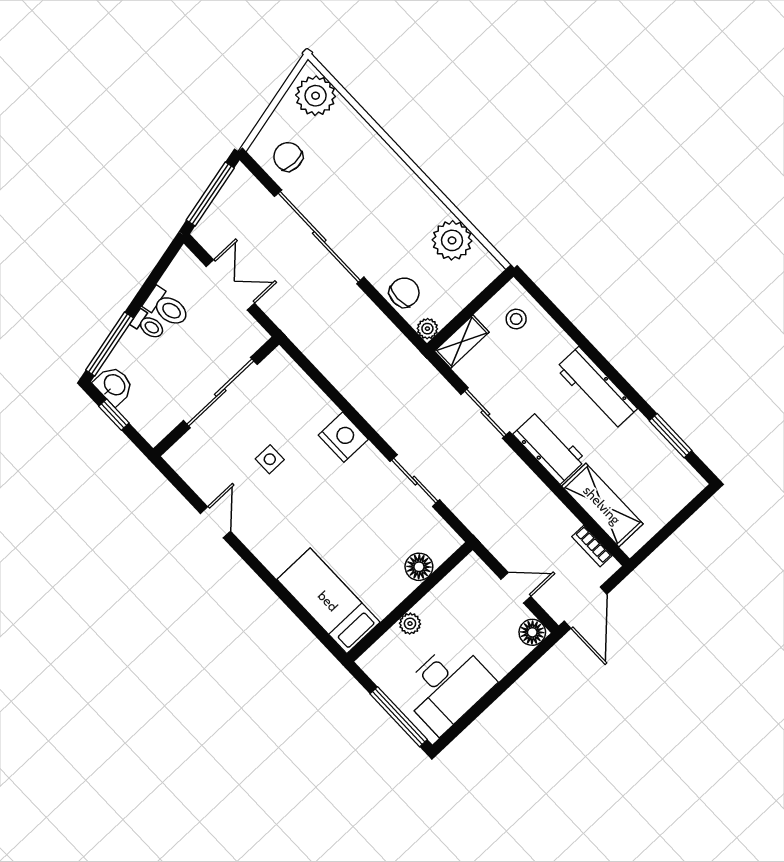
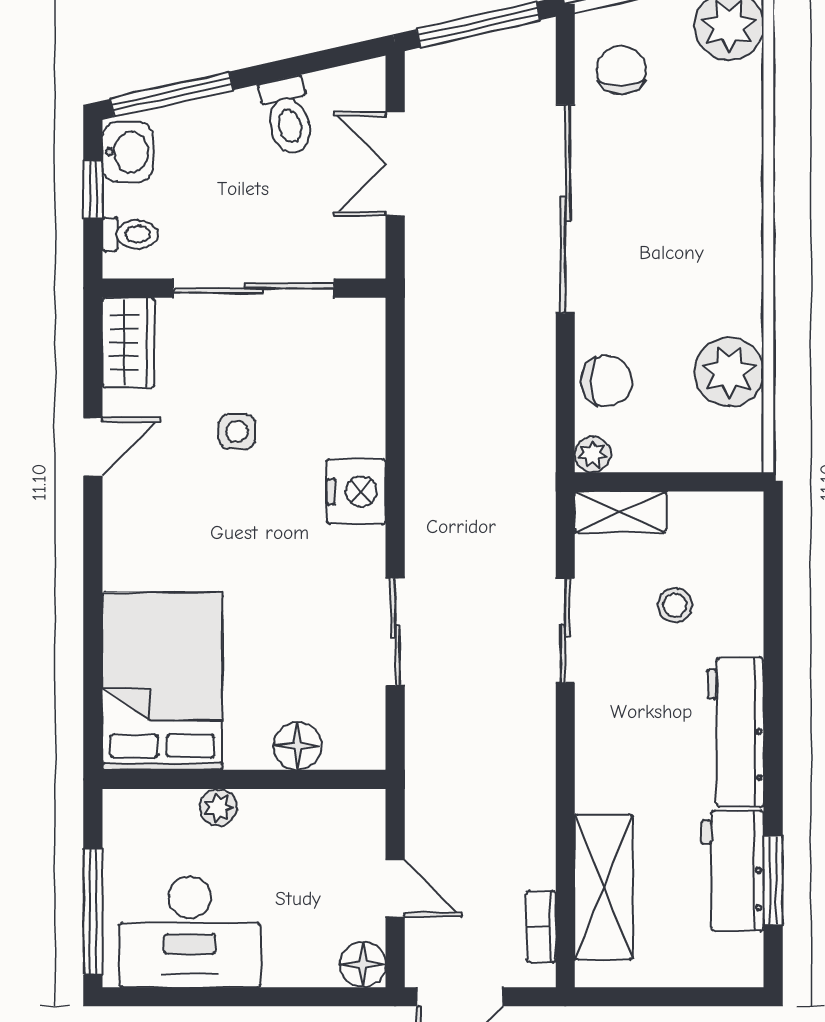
double door: (230, 285) -> (395, 164), swing flipped
stool: (516, 319) -> (675, 605), moved
toilet: (148, 325) -> (130, 234), moved, turned -77
workbench: (549, 447) -> (733, 871), moved, turned 180
wardrobe: (189, 465) -> (128, 343), added
bed: (328, 601) -> (162, 681), width x1.50

